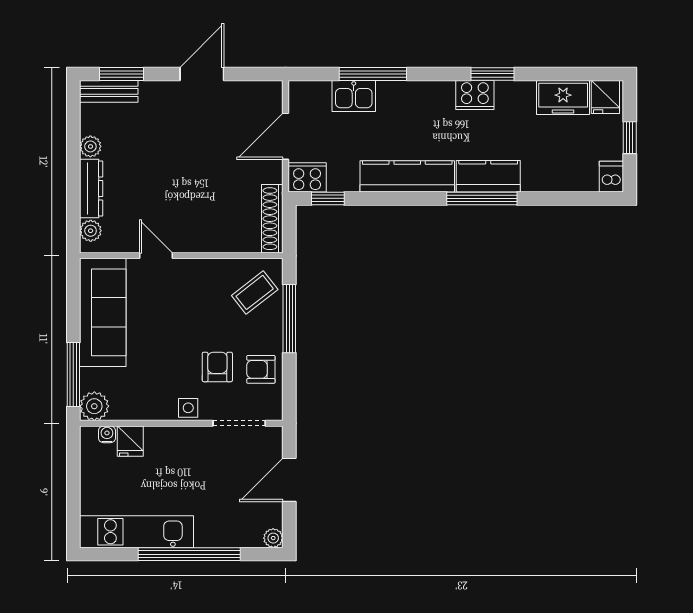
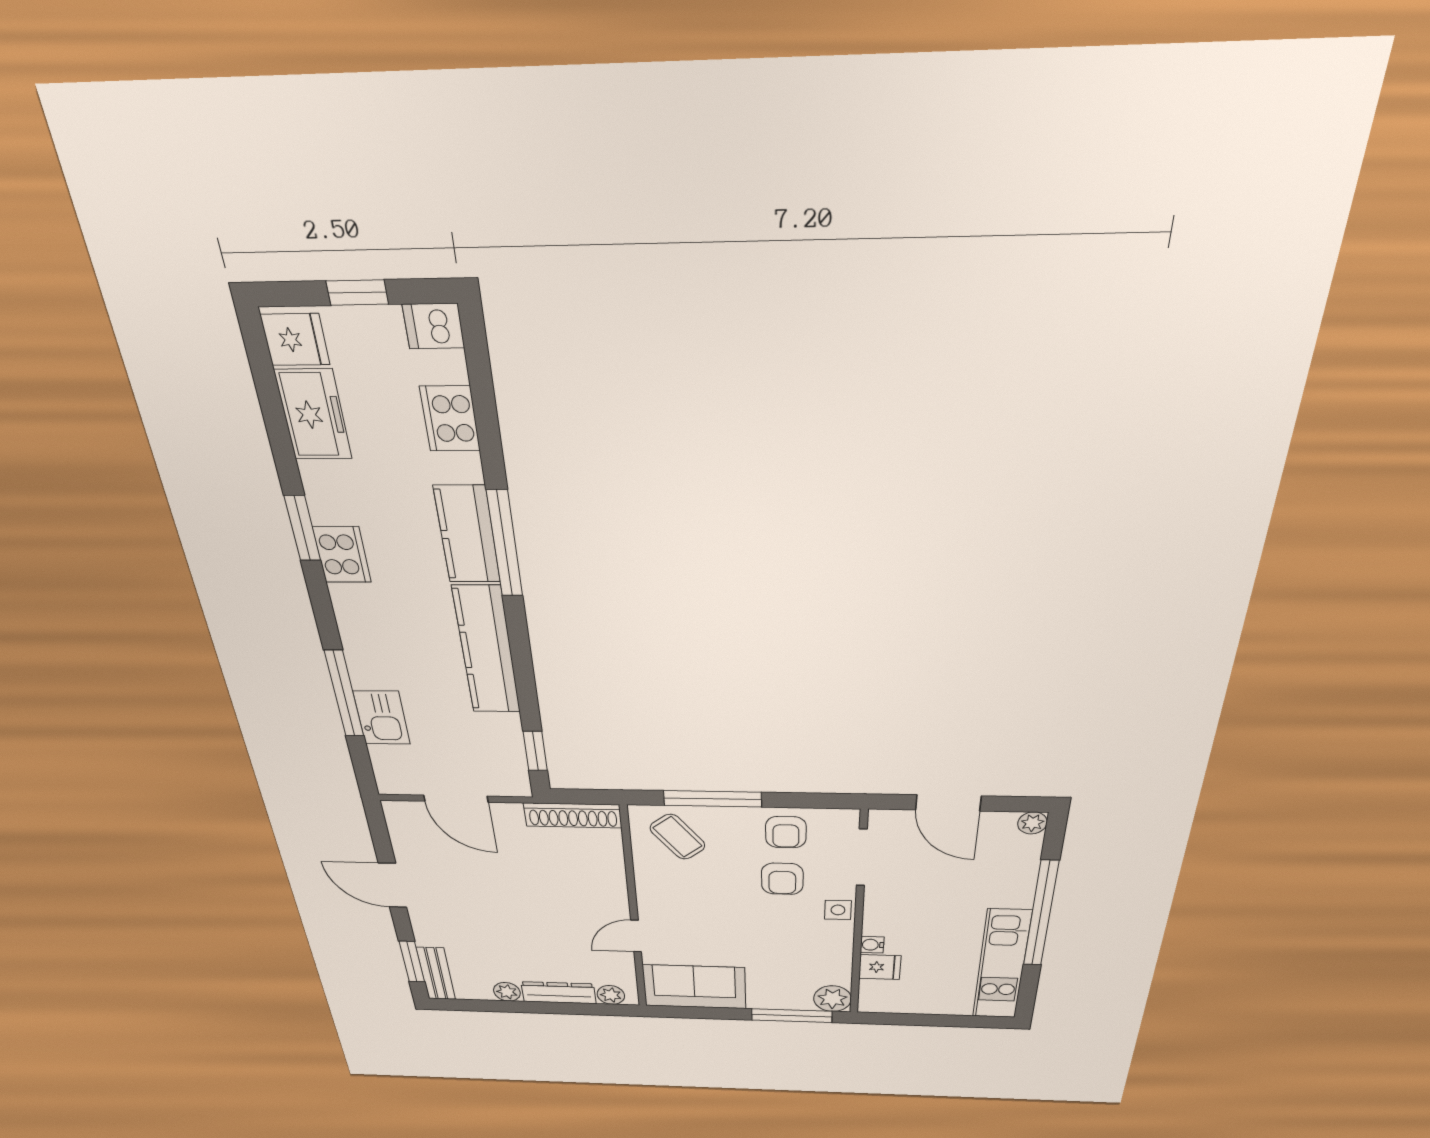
cooker: (307, 177) -> (450, 419), moved
sofa: (103, 312) -> (694, 987), width x0.73
armchair: (217, 367) -> (782, 879), turned -90
water cooler: (107, 434) -> (872, 945), moved

